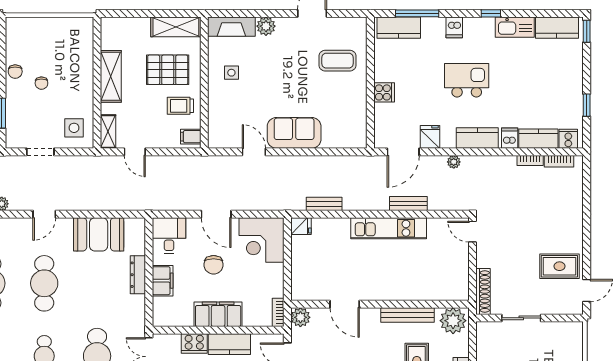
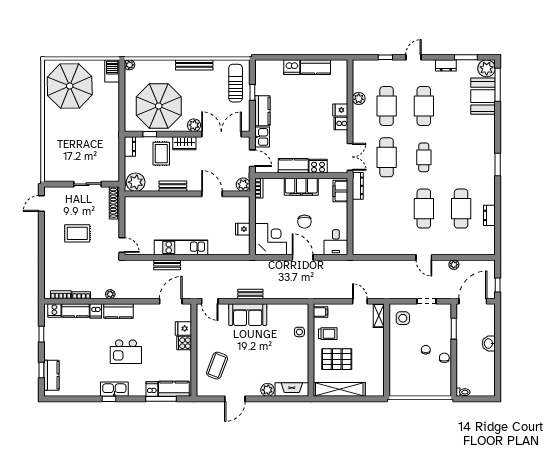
shelving: (176, 27) -> (339, 389), width x1.47
dishwasher: (454, 27) -> (152, 389), moved
kitchen sink: (515, 27) -> (114, 389), moved
kitchen counter: (557, 28) -> (51, 375), moved, turned 90
window: (587, 31) -> (41, 370), moved
coffee table: (337, 61) -> (217, 366), turned -69
side table: (231, 73) -> (299, 332), moved
shelving: (111, 76) -> (377, 354), removed
fridge: (430, 137) -> (183, 328), moved, turned 90
door: (254, 152) -> (210, 301), moved
plant: (454, 162) -> (110, 294), moved
bench: (324, 204) -> (250, 294), moved
door: (44, 214) -> (424, 257), swing flipped
fridge: (301, 226) -> (243, 229), moved
booth: (99, 234) -> (385, 243), removed
chair: (214, 265) -> (304, 222), turned 180
rug: (559, 266) -> (77, 233), moved
dresser: (138, 275) -> (358, 186), moved
filing cabinet: (163, 281) -> (340, 191), moved
bench: (407, 315) -> (173, 186), width x0.73

